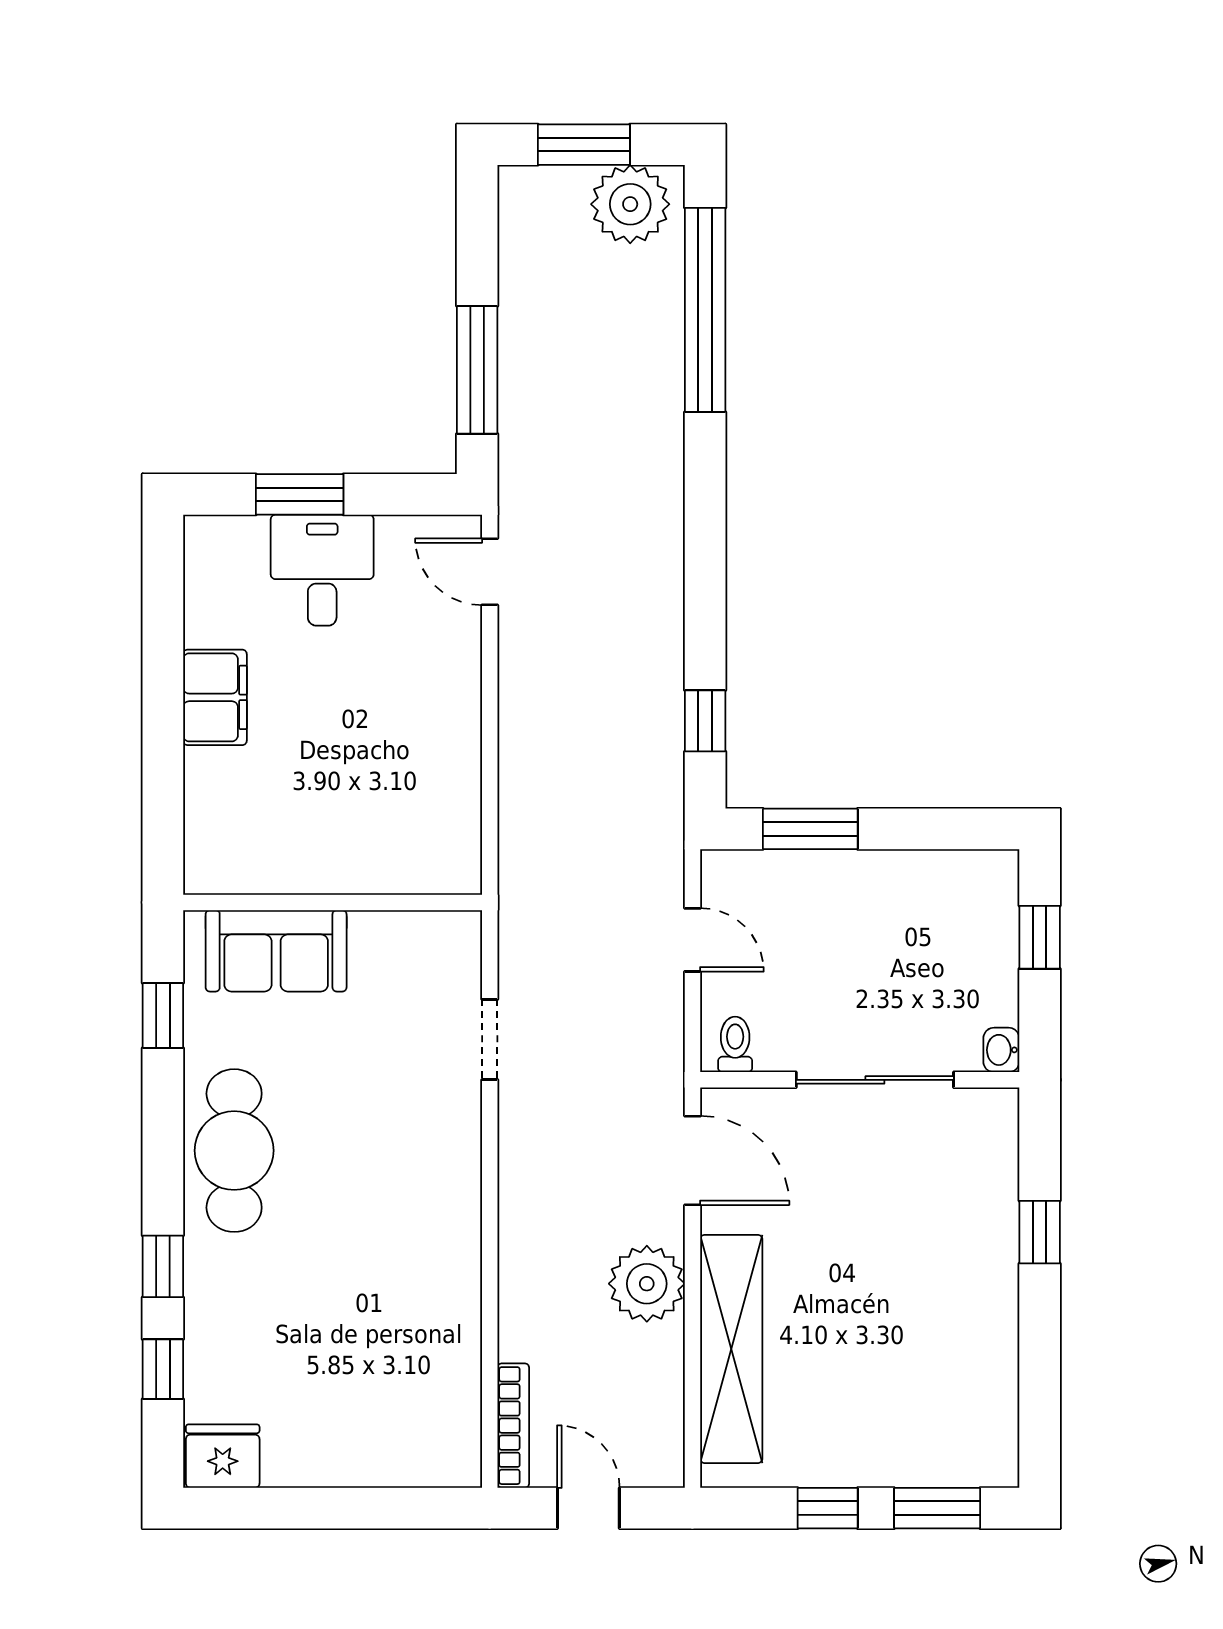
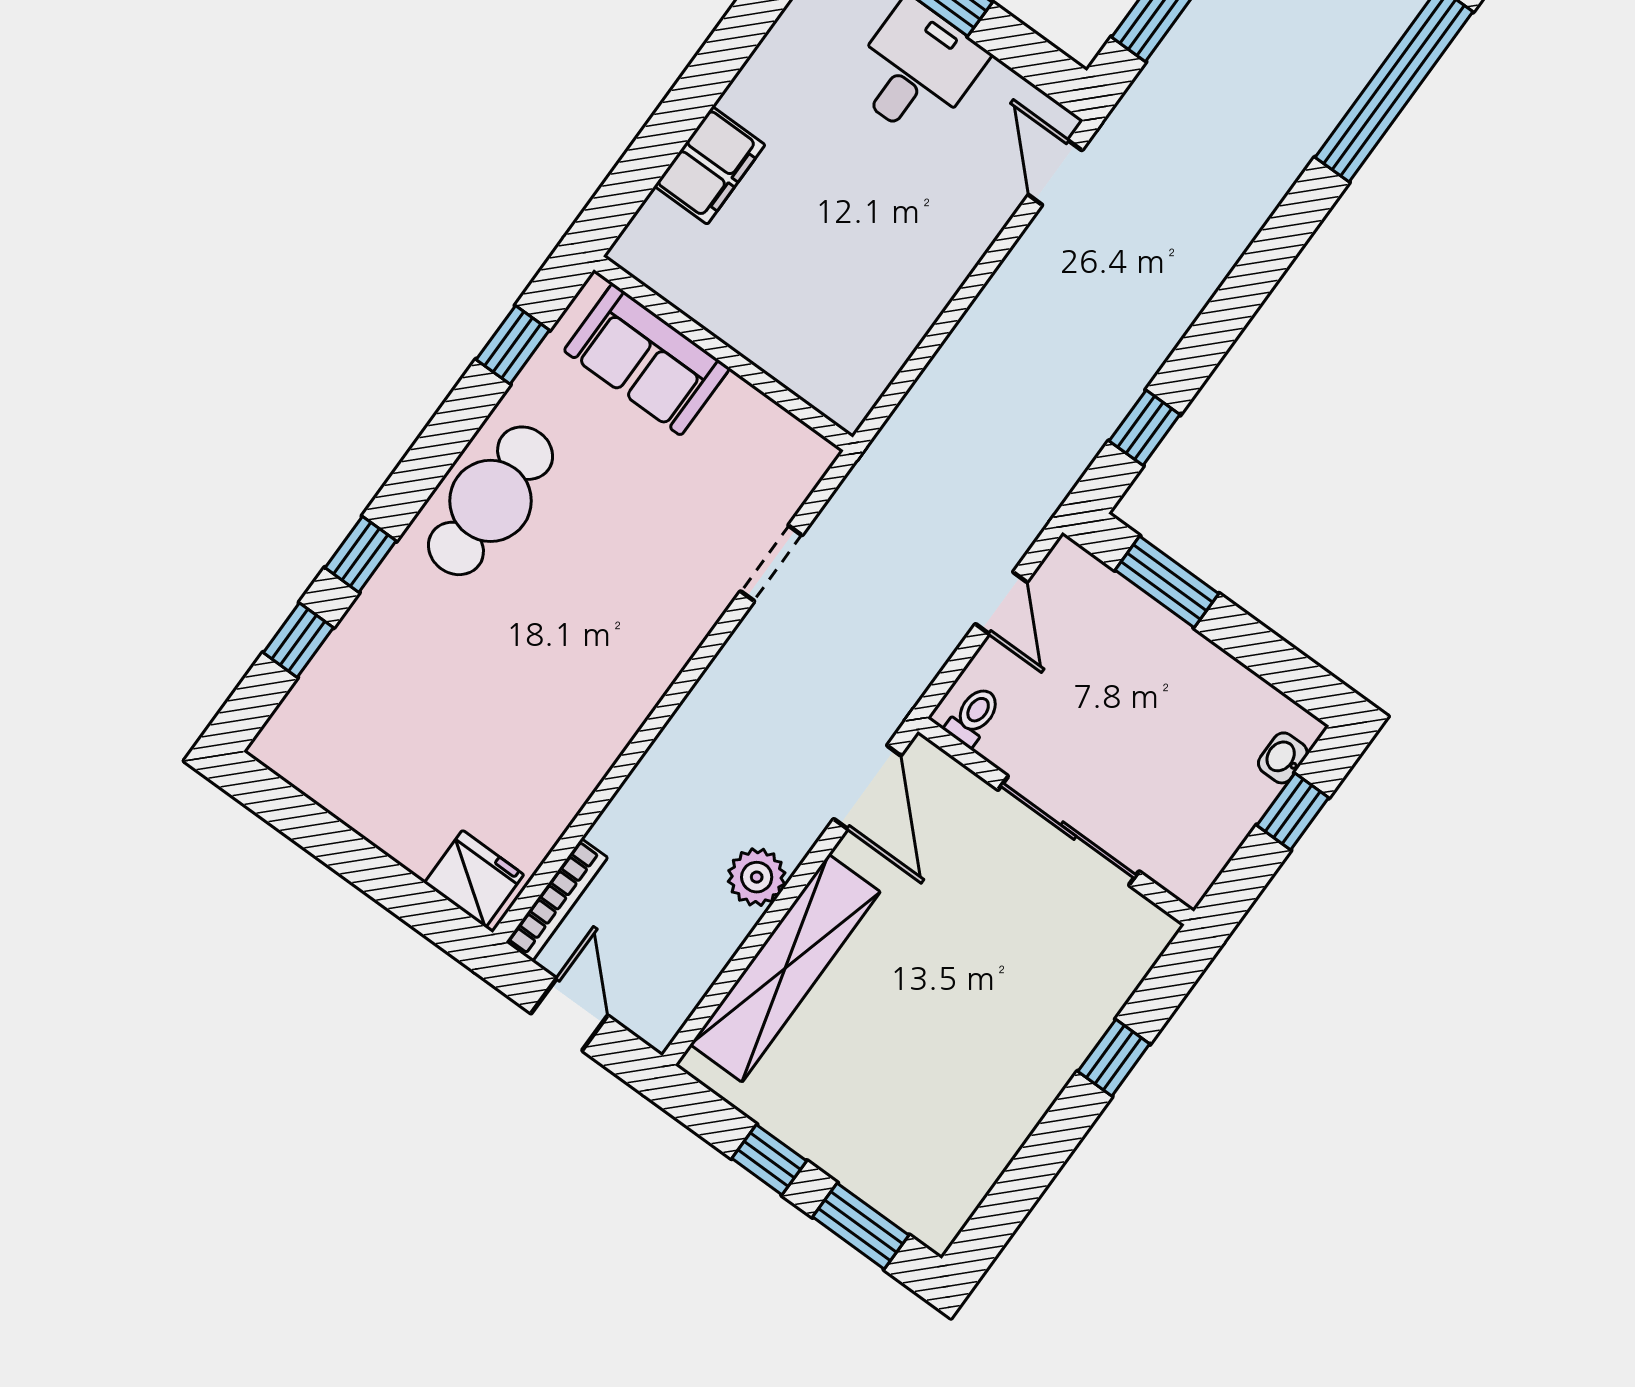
filing cabinet: (215, 697) -> (710, 165), moved
washbasin: (1001, 1050) -> (1283, 758), moved
plant: (647, 1284) -> (757, 877), width x0.73, depth x0.73
fridge: (223, 1456) -> (474, 879), moved

